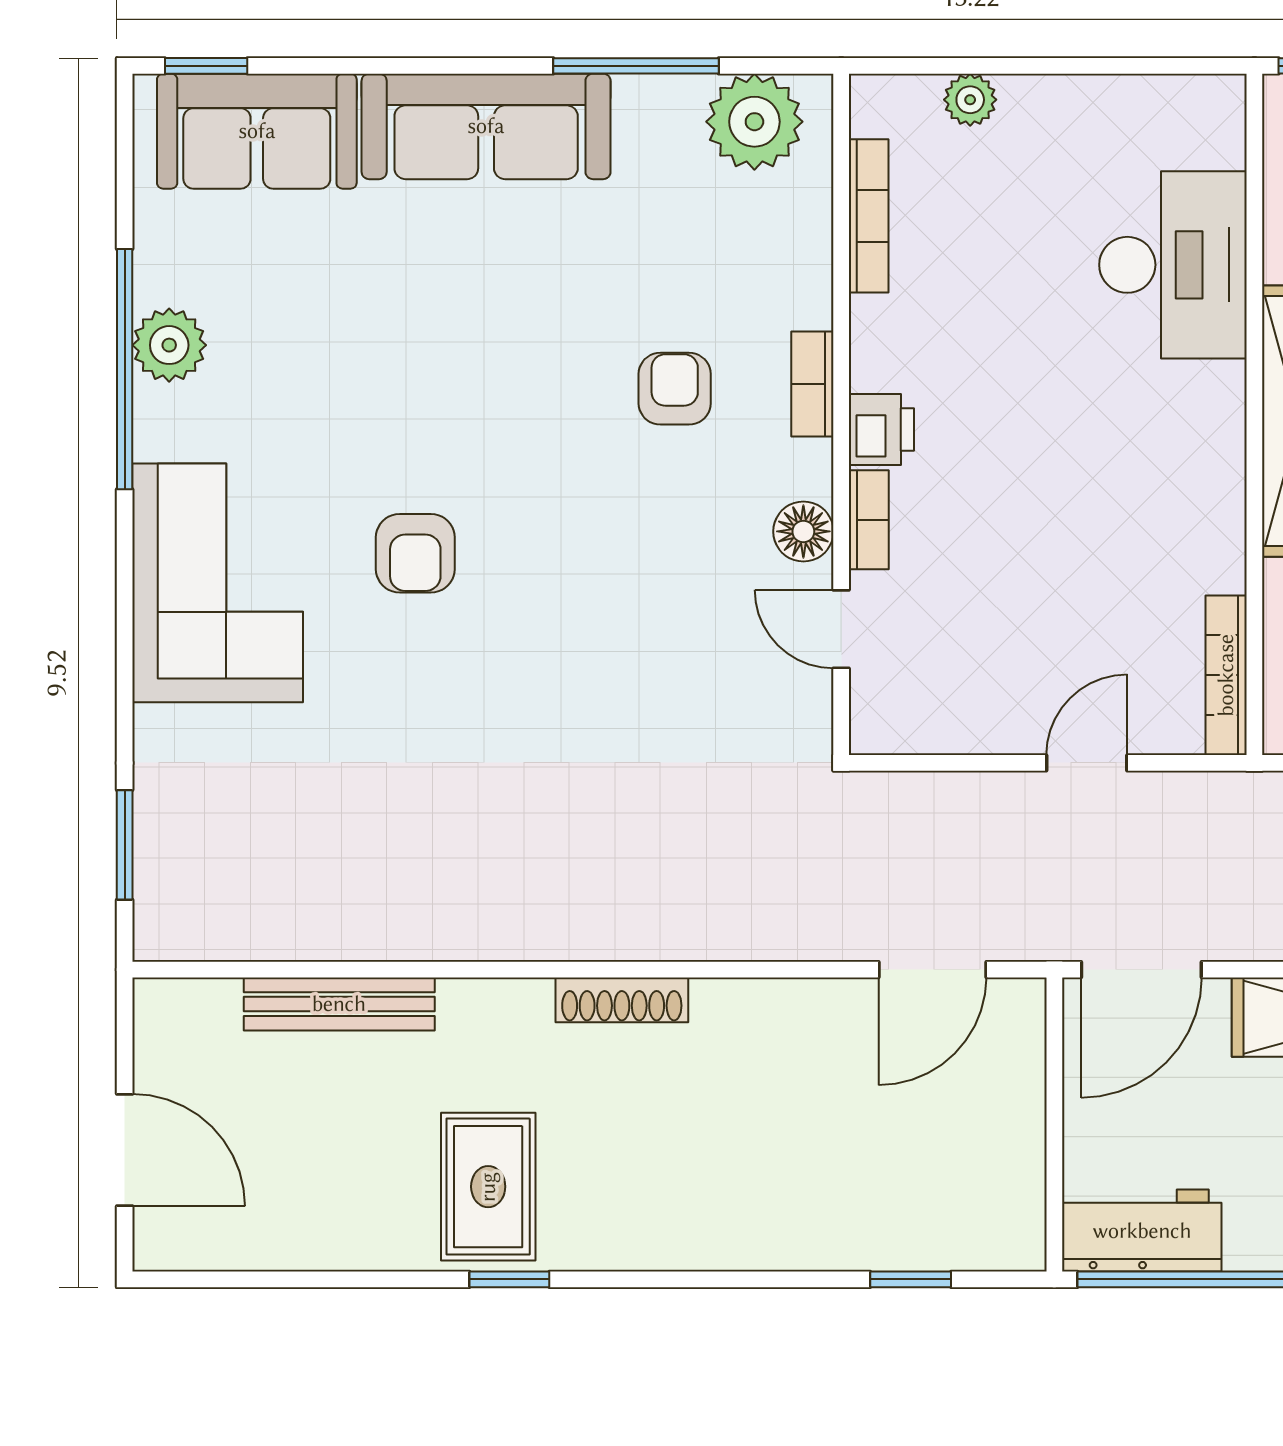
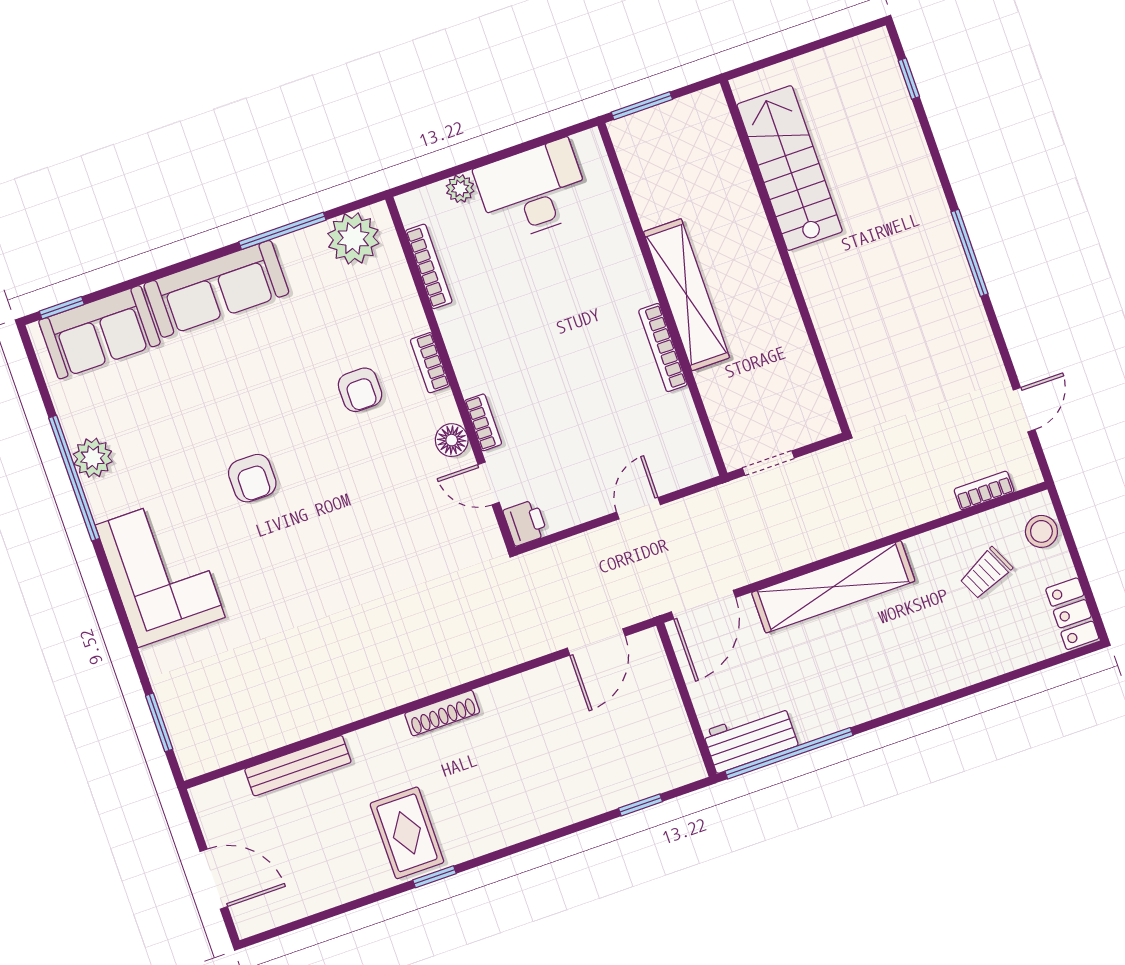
desk: (1173, 265) -> (533, 191), moved, turned -90
armchair: (675, 389) -> (360, 390), turned 180
printer: (881, 429) -> (525, 523), moved
armchair: (415, 553) -> (252, 478), moved
bookcase: (1226, 675) -> (663, 348), moved

